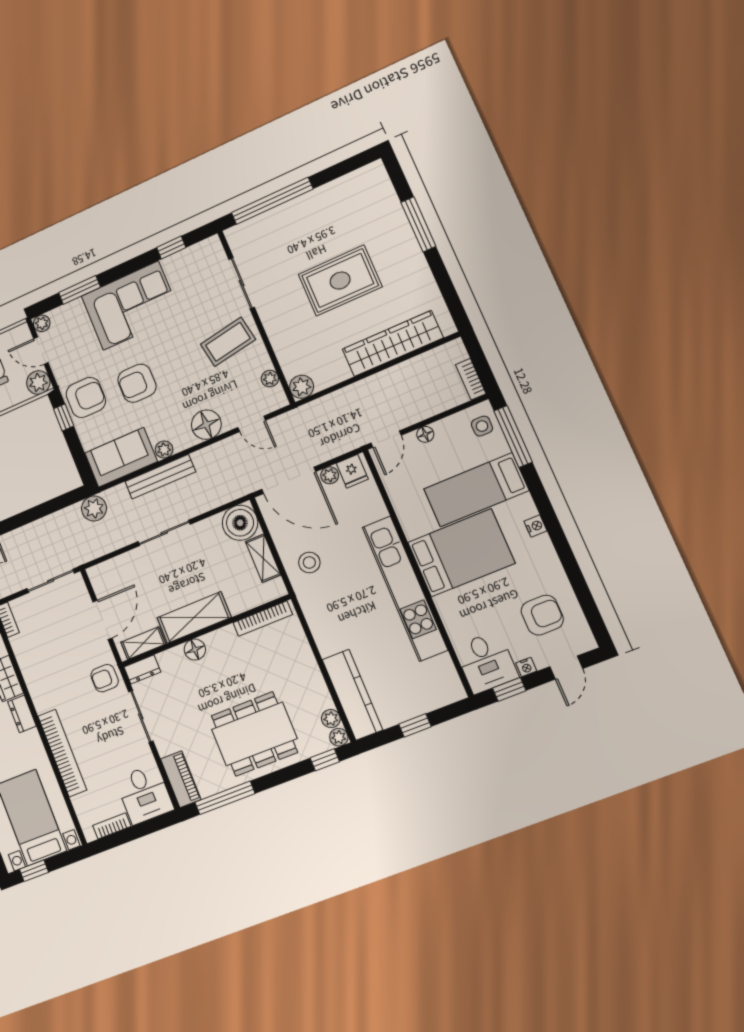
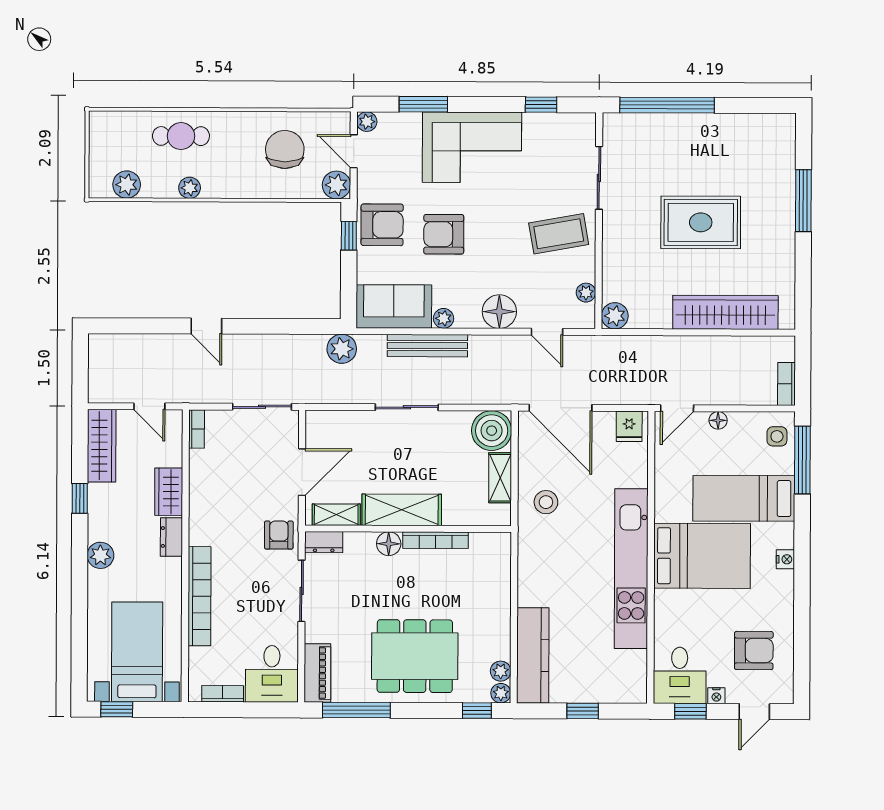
plant: (330, 475) -> (605, 421), removed
bookcase: (263, 619) -> (435, 540), moved
armchair: (105, 678) -> (279, 535), turned 90

